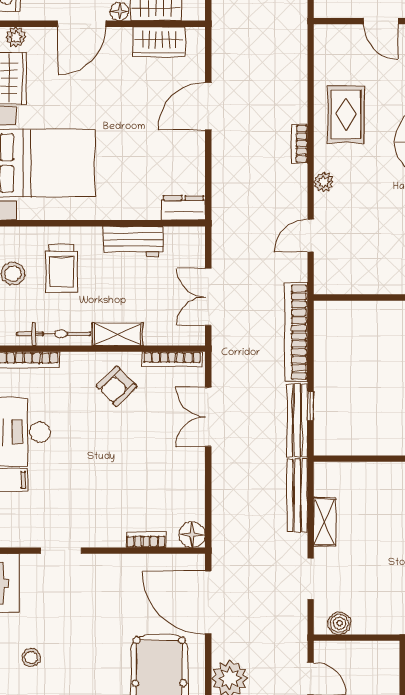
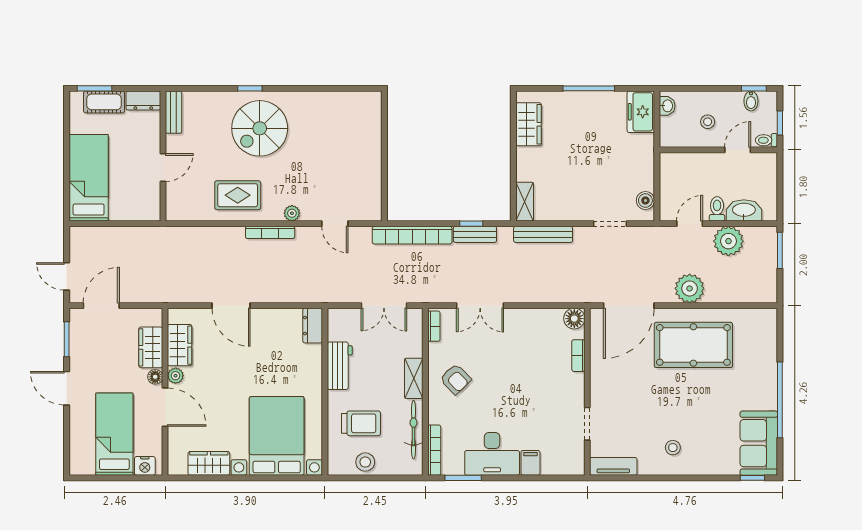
plant: (16, 37) -> (176, 376), moved
bookcase: (300, 144) -> (270, 232), width x1.56
bookcase: (172, 359) -> (434, 326), width x0.64
bench: (297, 420) -> (475, 234), width x0.73
shelving: (325, 522) -> (525, 202), moved, turned 90

